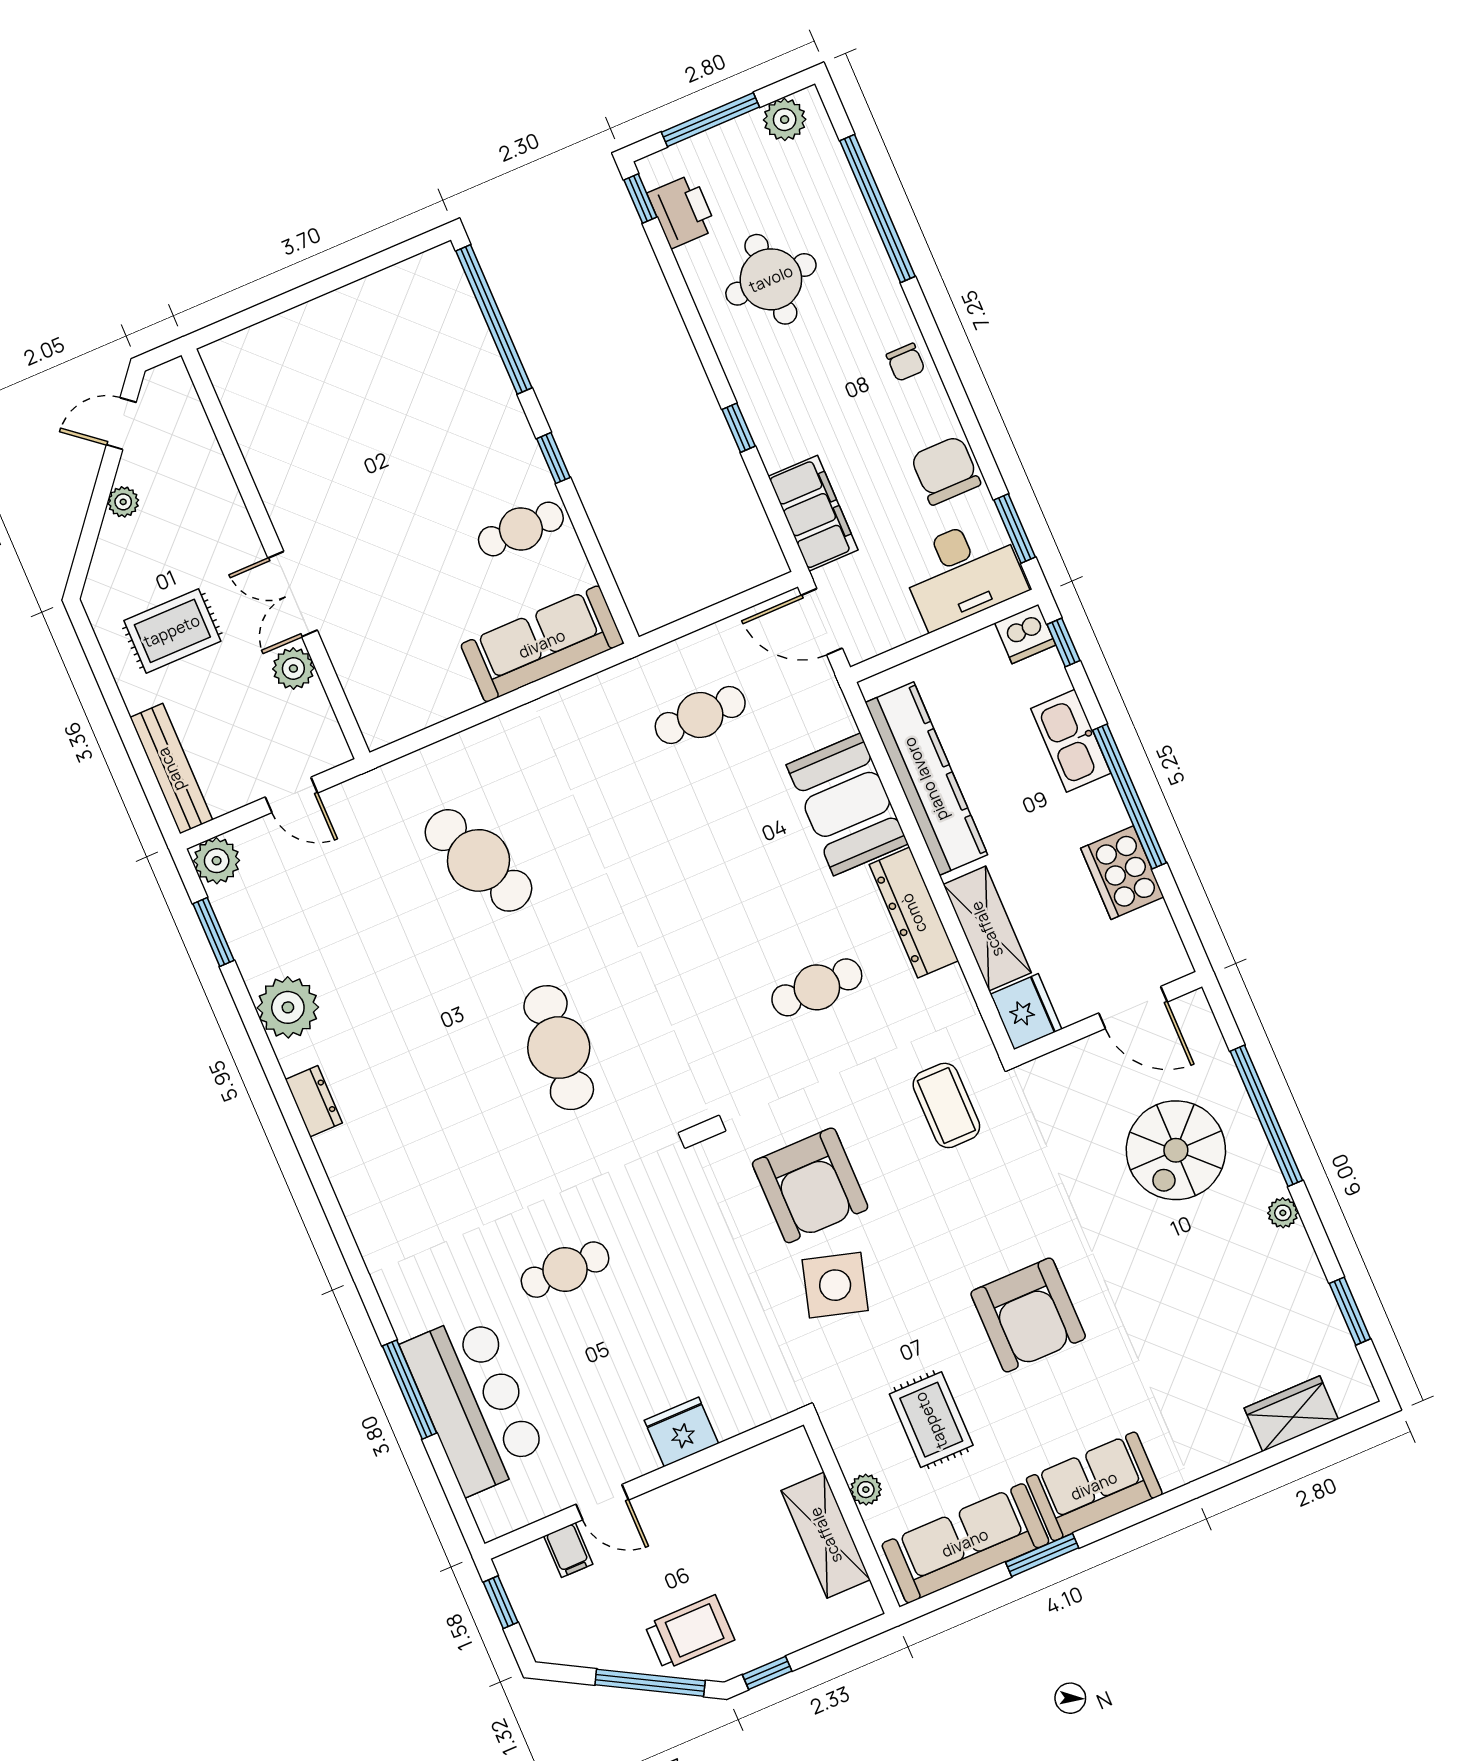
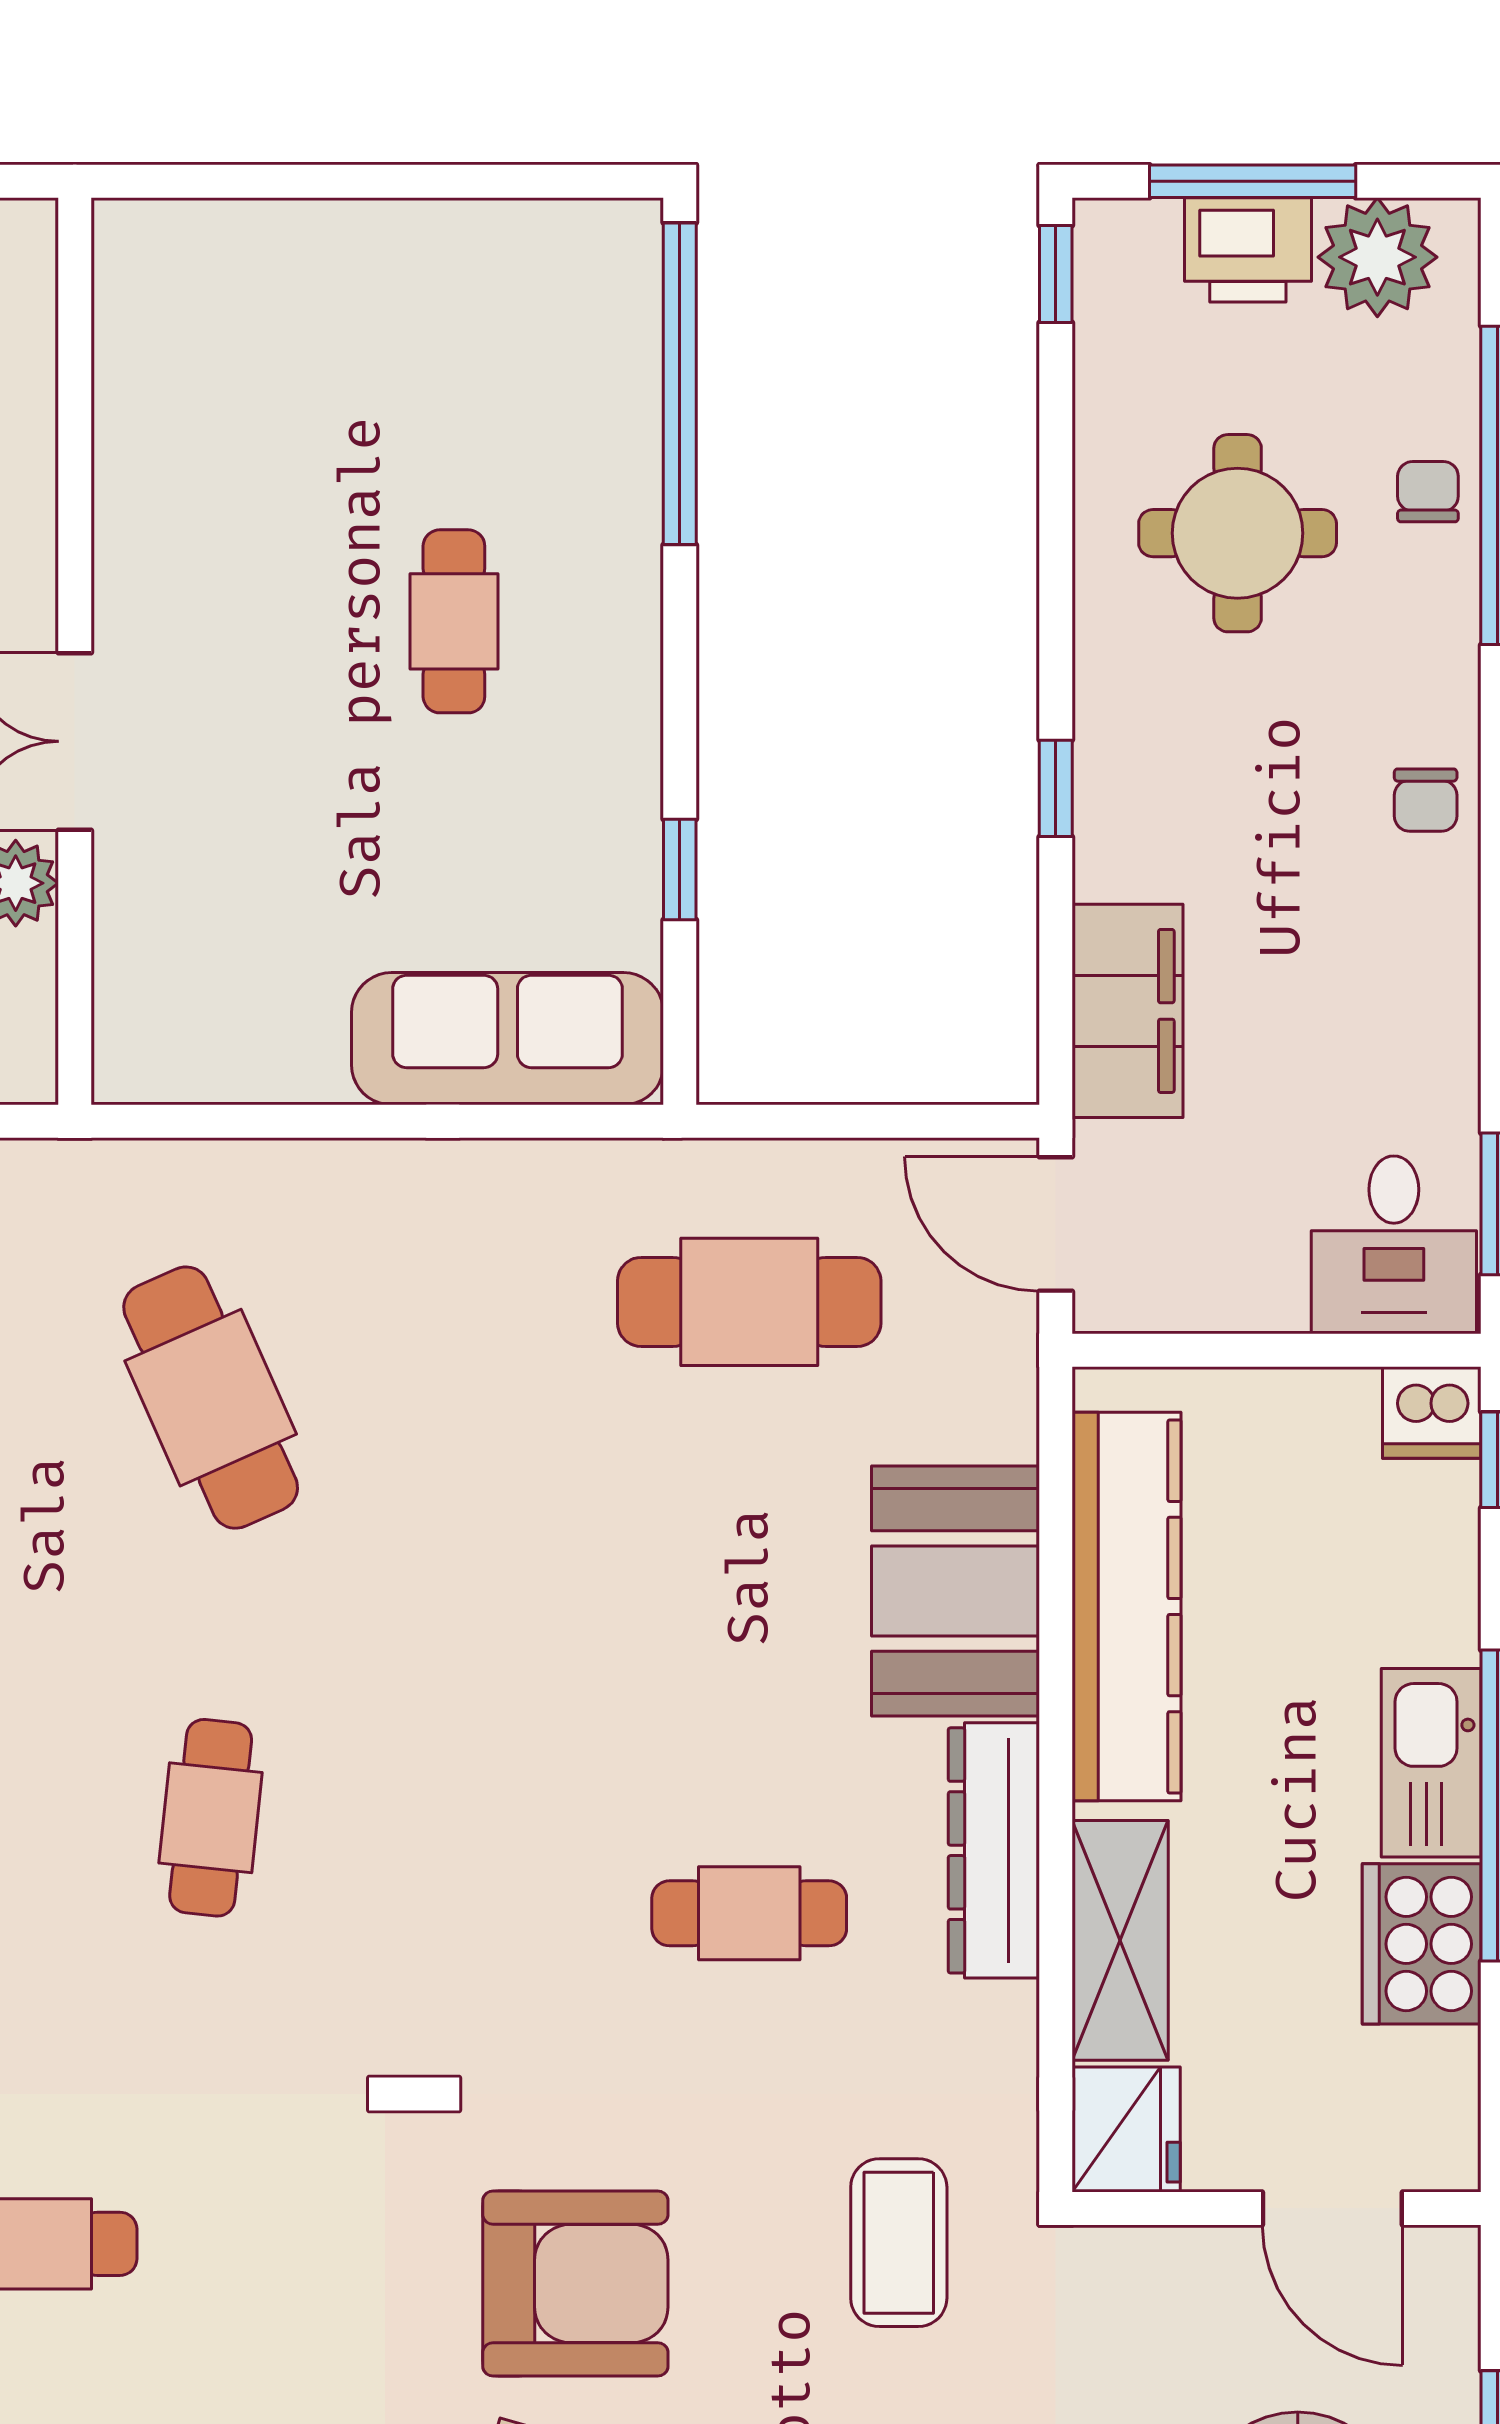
plant: (785, 120) -> (1377, 257), width x1.36, depth x1.36
printer: (682, 211) -> (1248, 250), moved, turned 90
window: (553, 458) -> (680, 870), moved
chair: (946, 470) -> (1428, 492), moved, width x0.54, depth x0.54
cafe table: (521, 529) -> (454, 621), moved, turned 90
desk: (963, 572) -> (1394, 1245), width x0.73
cafe table: (700, 715) -> (749, 1302), width x1.37, depth x1.35
kitchen sink: (1071, 741) -> (1431, 1763), moved
cafe table: (559, 1048) -> (211, 1818), width x0.73, depth x0.74
armchair: (810, 1185) -> (575, 2283), turned -90

